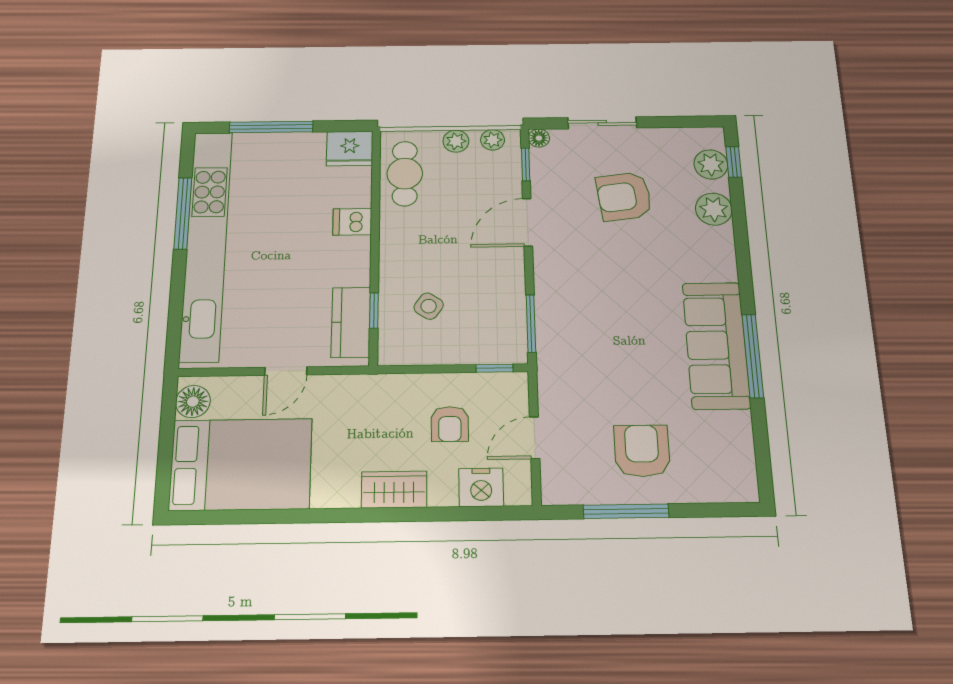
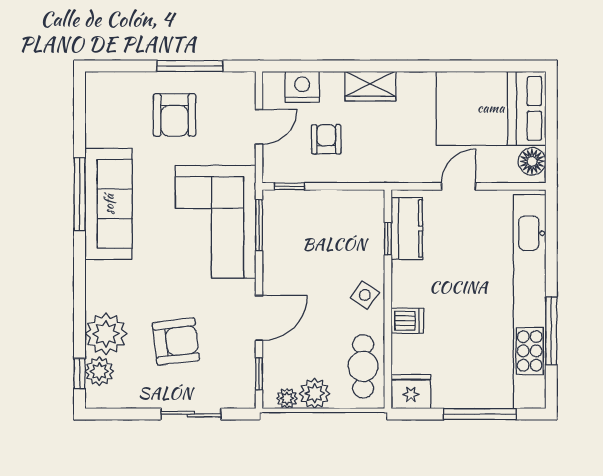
floor lamp: (539, 138) -> (247, 400), removed
plant: (456, 141) -> (315, 393), width x1.38, depth x1.38
plant: (714, 209) -> (106, 334), width x1.36, depth x1.36
side table: (429, 306) -> (365, 295), moved
corner sofa: (584, 327) -> (216, 222), added

